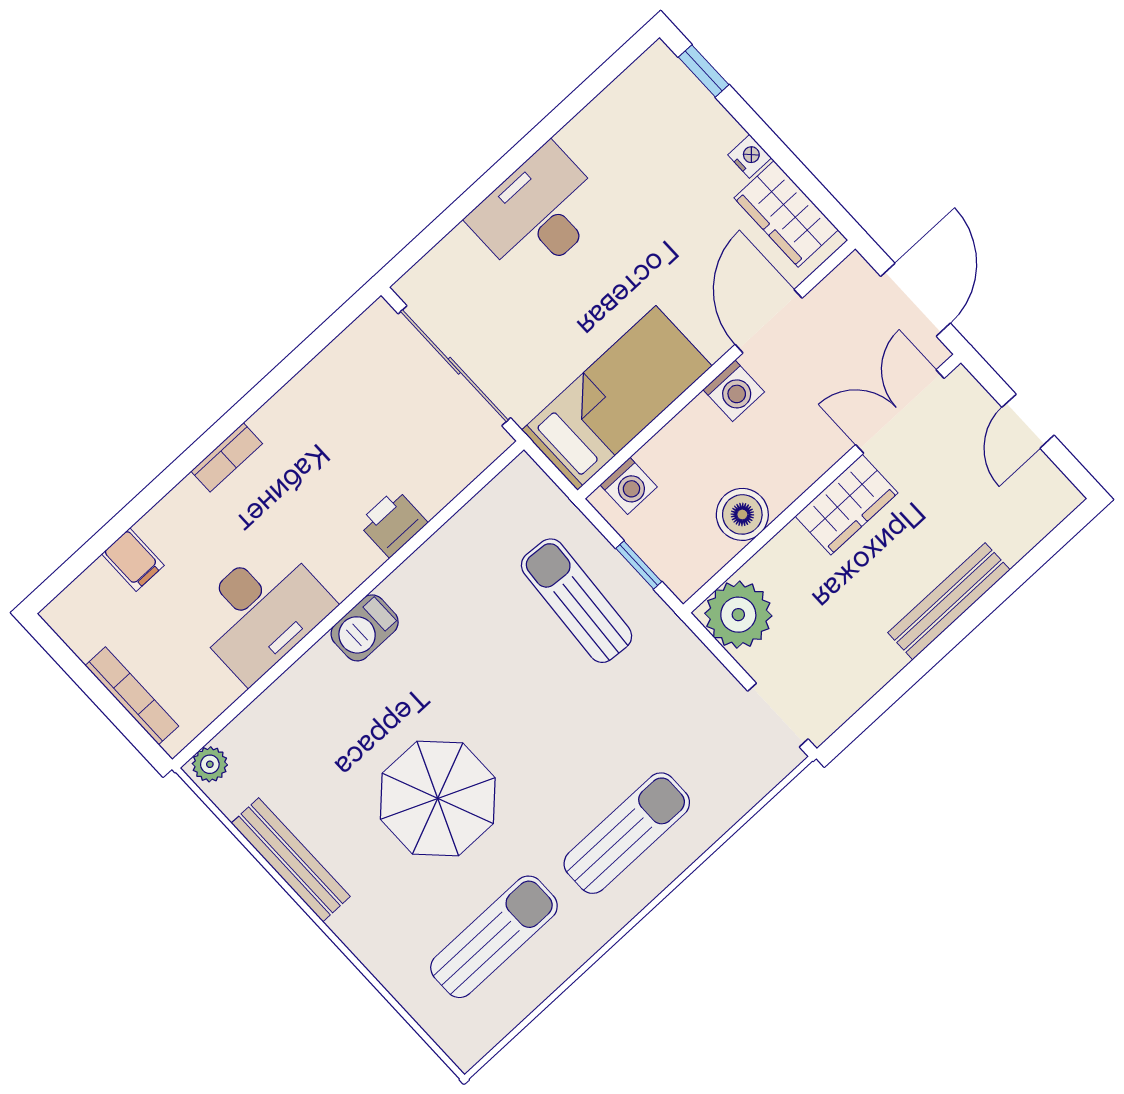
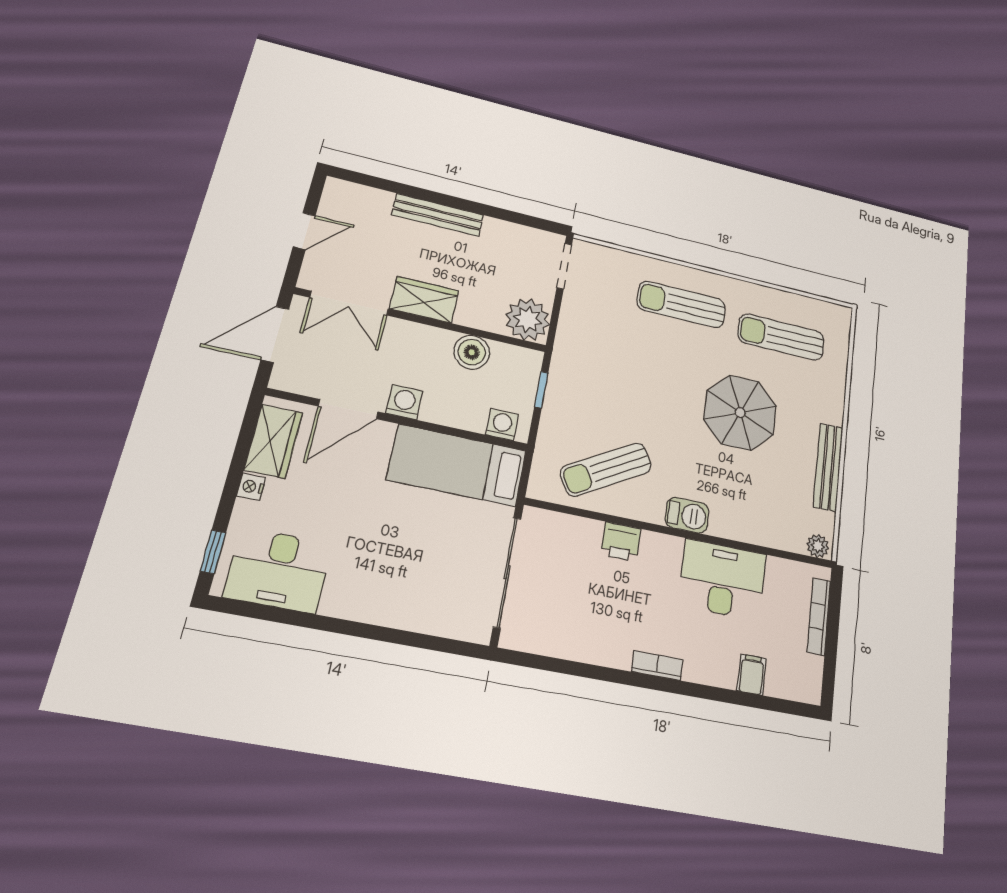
desk: (539, 213) -> (278, 570), moved
sun lounger: (577, 601) -> (606, 469), moved, turned 56

